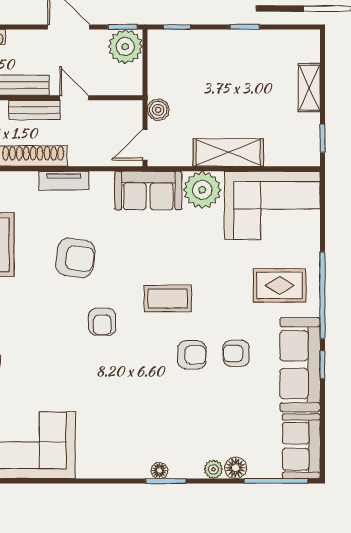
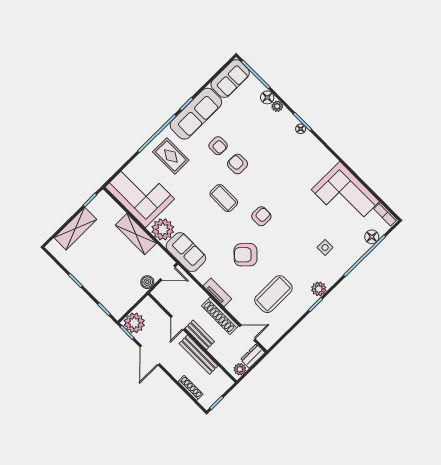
shelving: (309, 88) -> (75, 229), width x1.50, depth x1.33
armchair: (75, 258) -> (246, 255), turned -54

